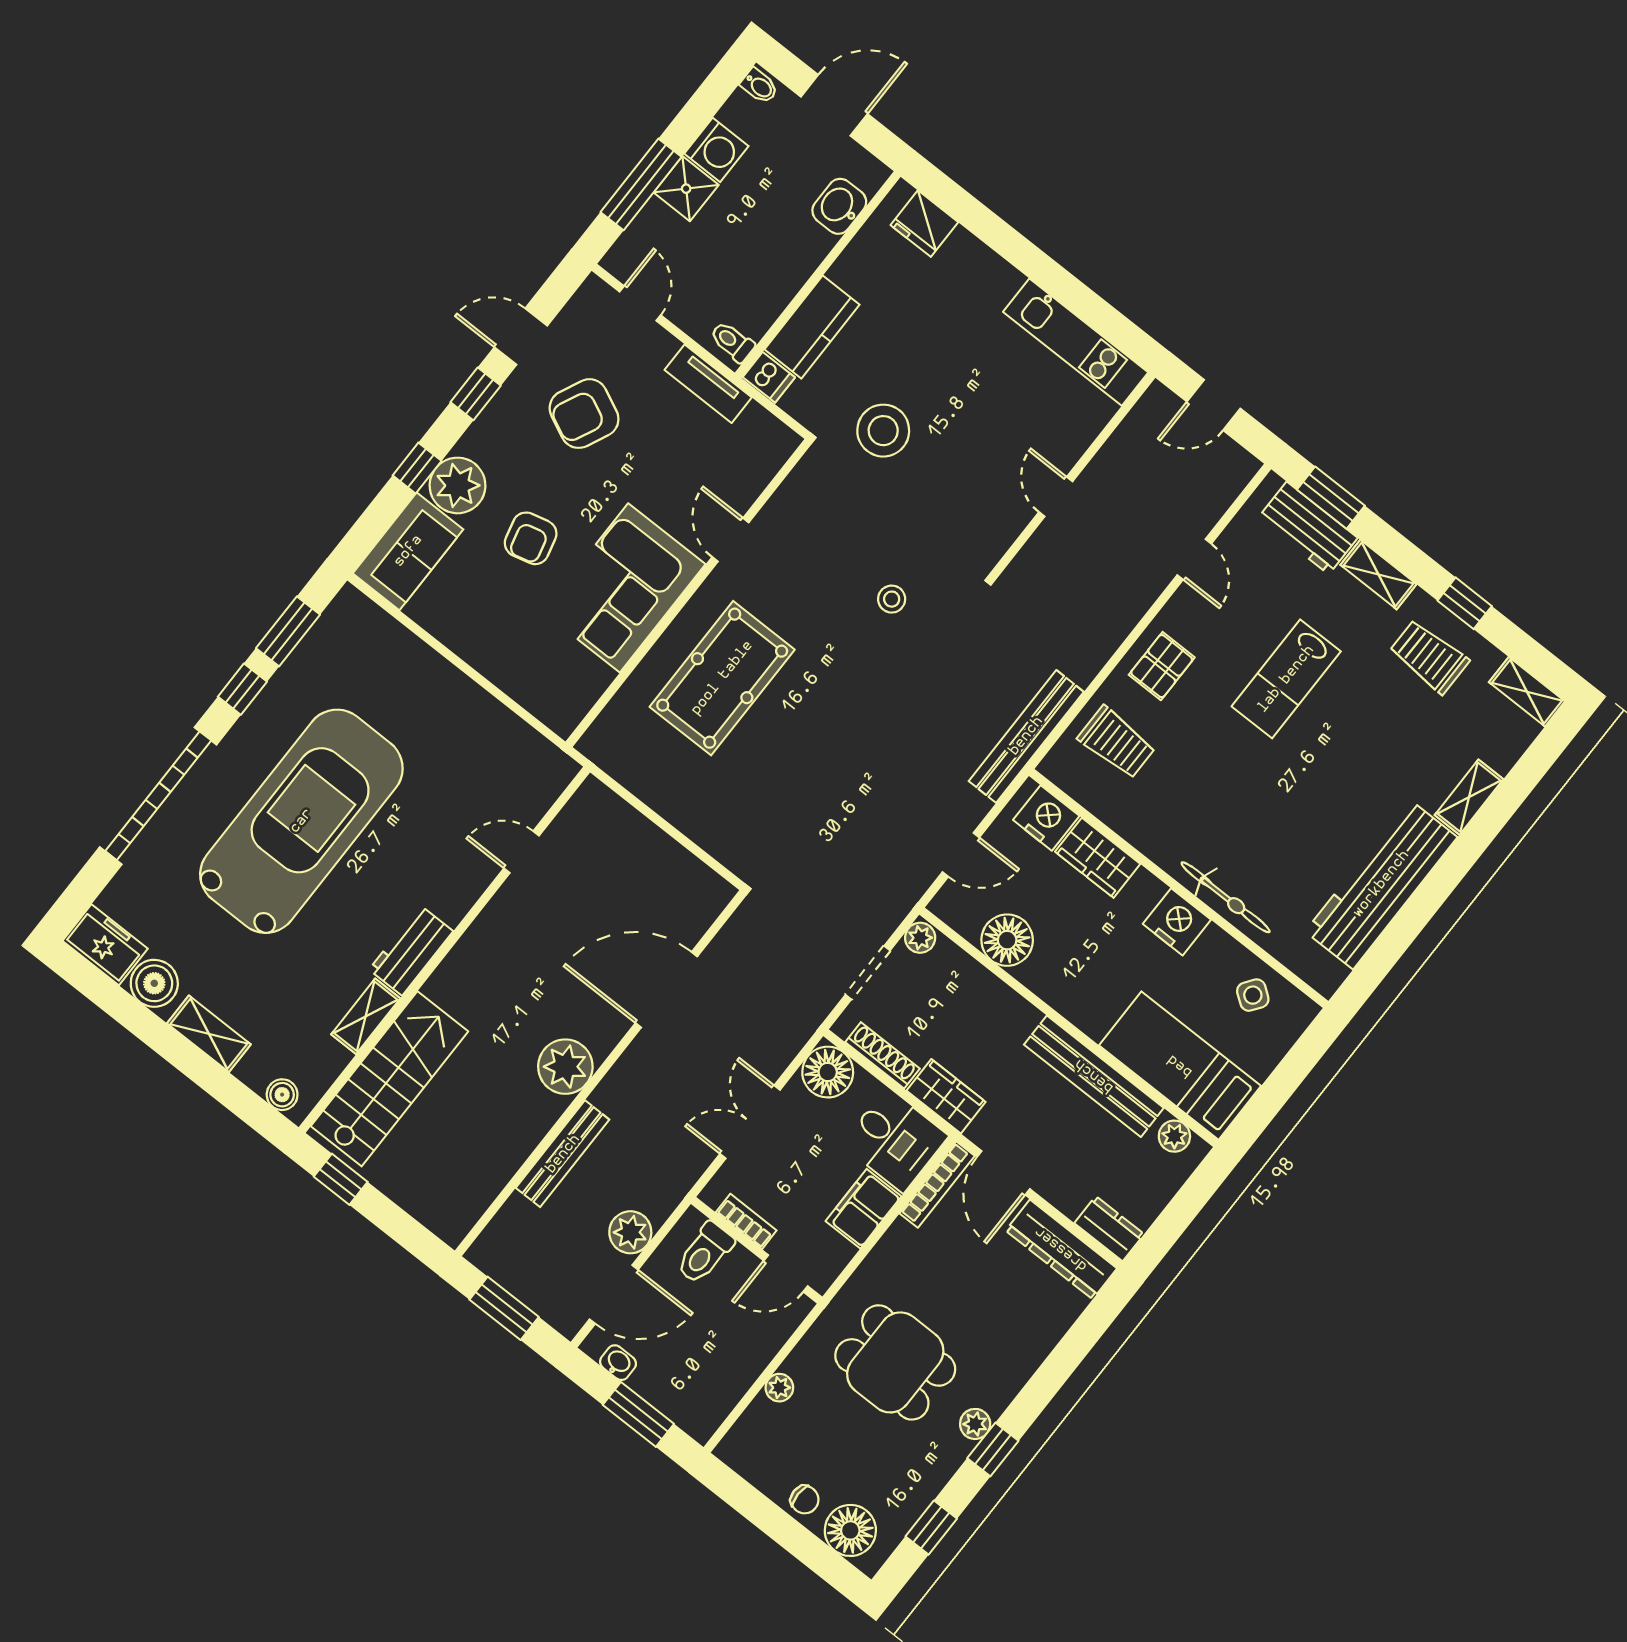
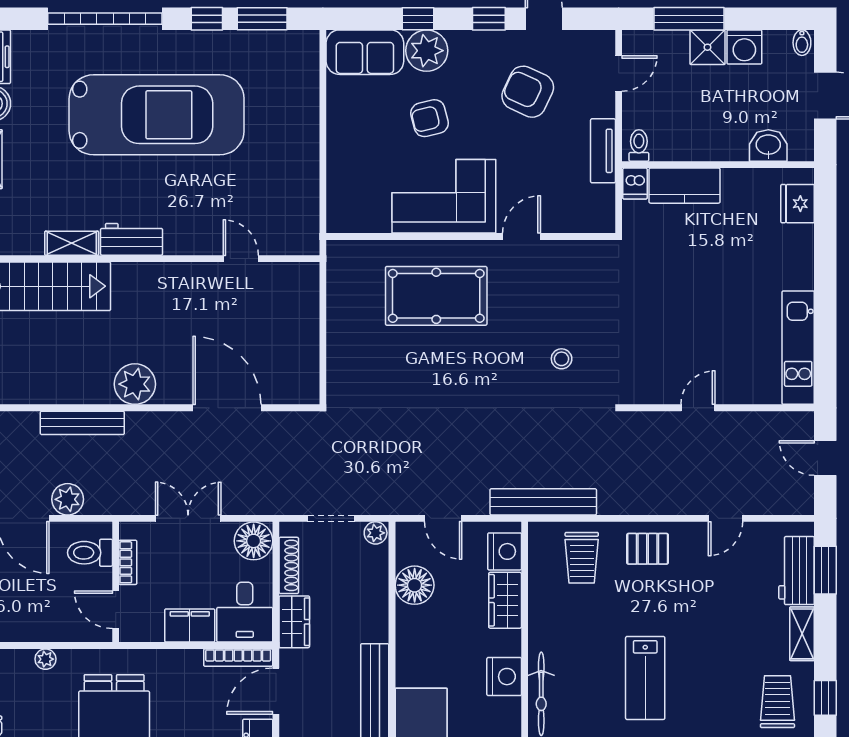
stool: (883, 431) -> (657, 276), removed
lab bench: (1286, 679) -> (645, 678), moved, turned -90

